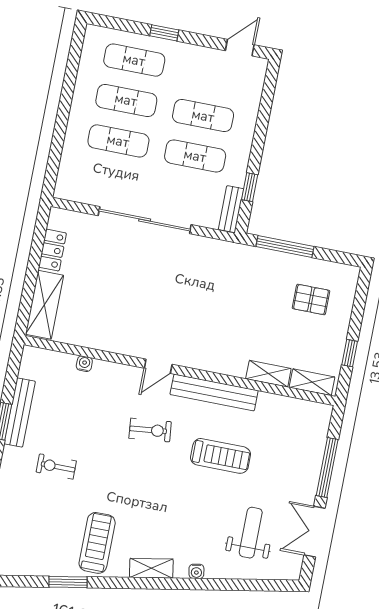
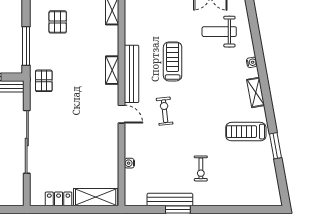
pallet: (229, 262) -> (44, 81), added
shelving: (268, 374) -> (112, 70), moved

